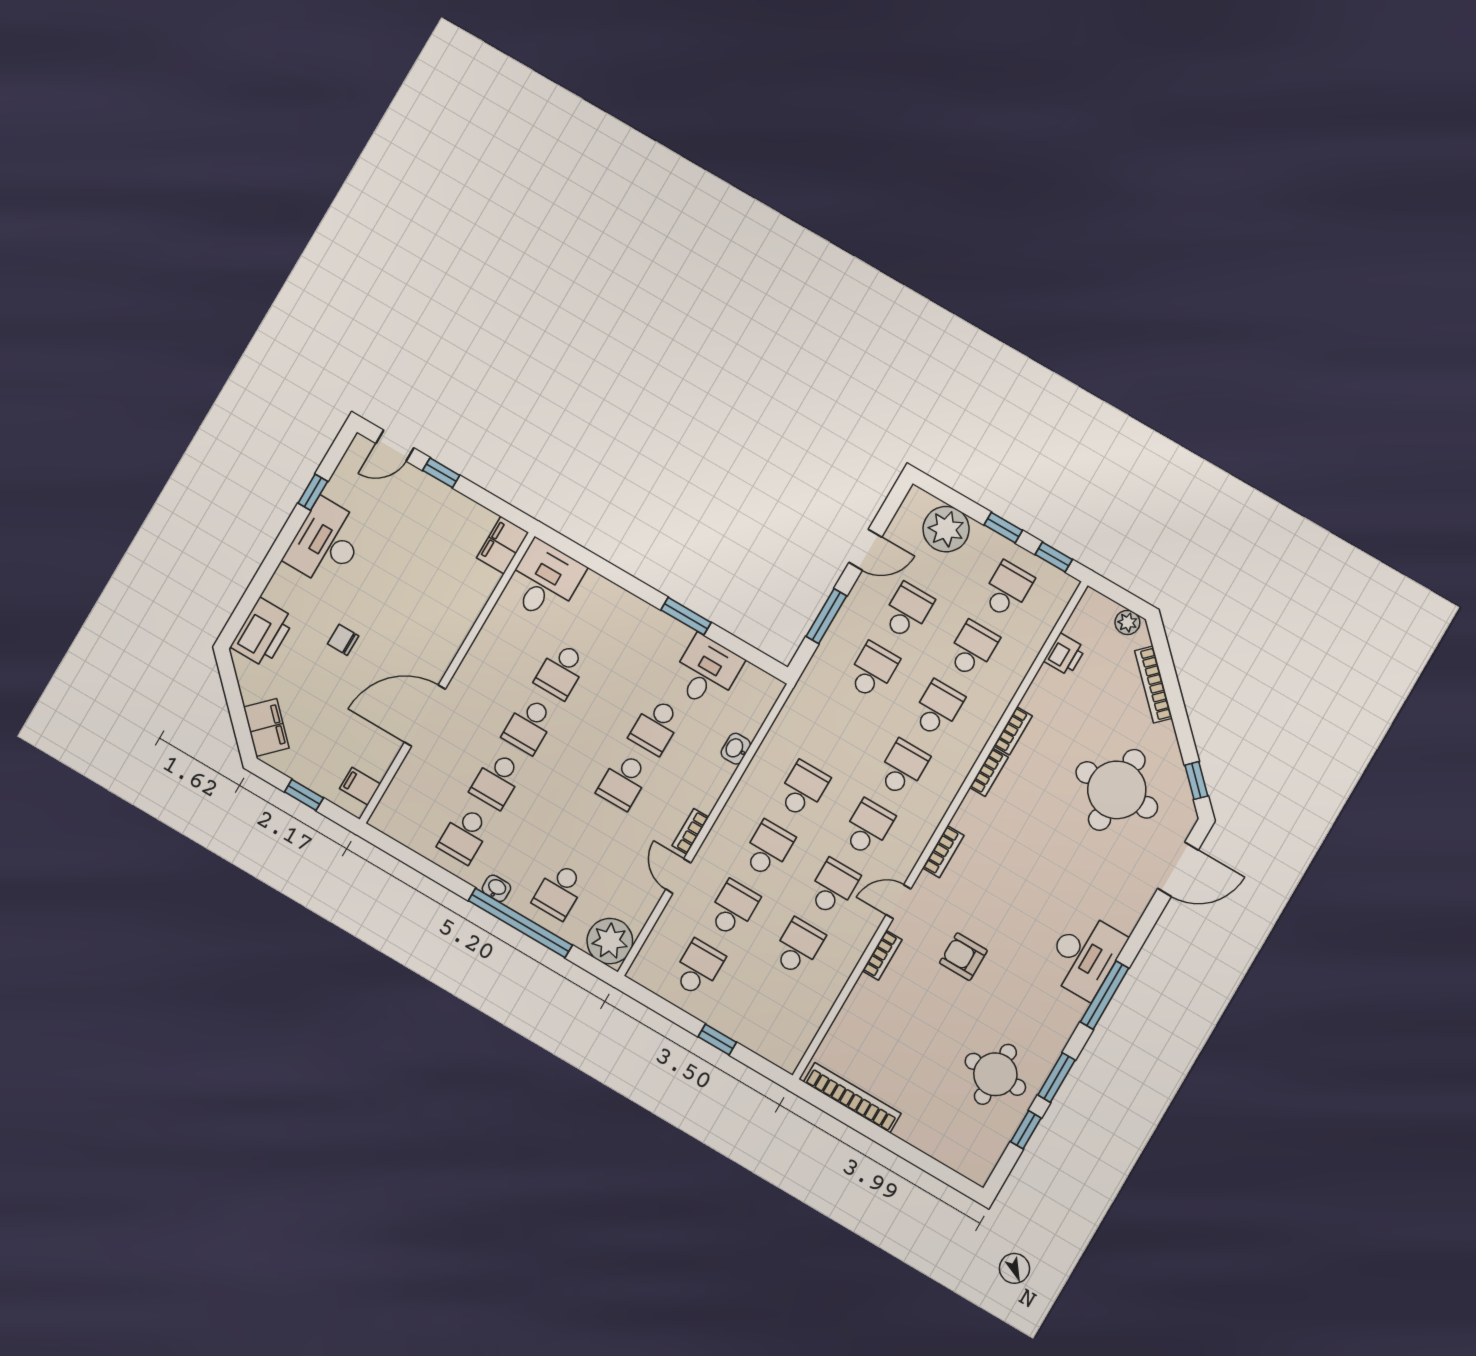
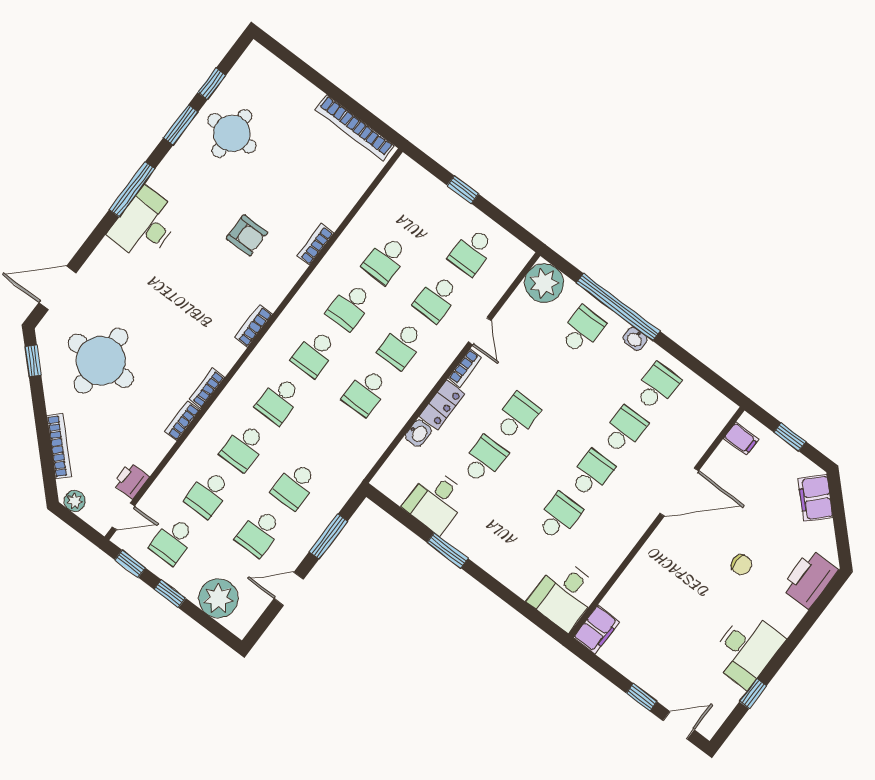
locker: (712, 785) -> (442, 405), added
door: (898, 902) -> (123, 516), moved

